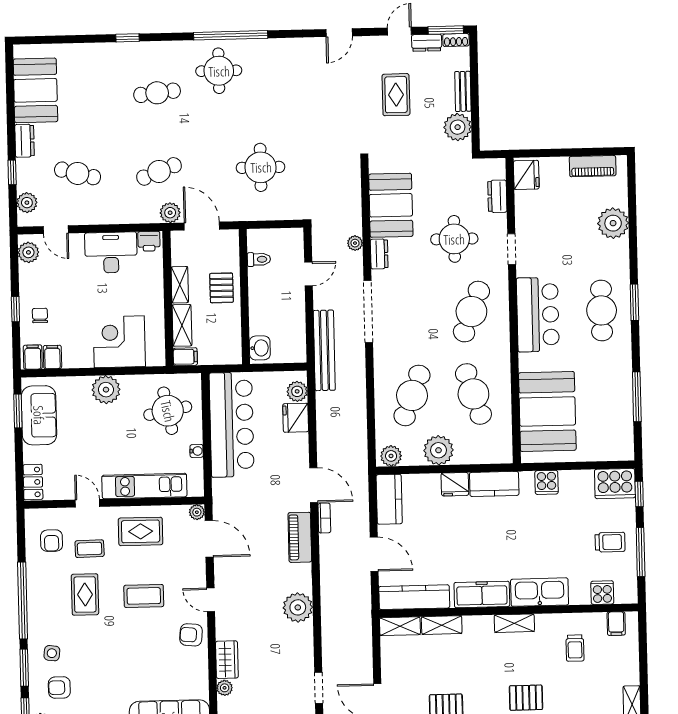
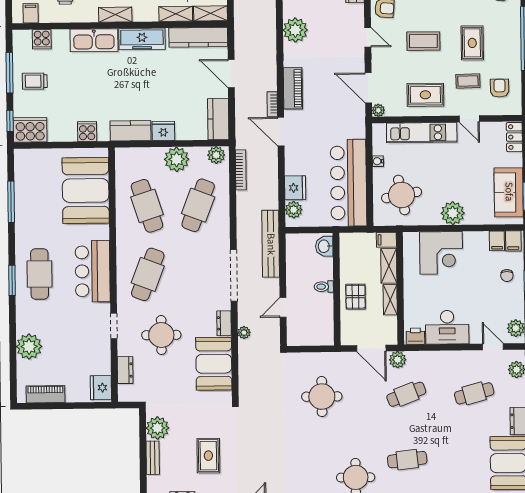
cafe table: (78, 173) -> (474, 393), turned -30
toilet: (259, 259) -> (324, 287), moved
bookcase: (361, 439) -> (241, 170), added

